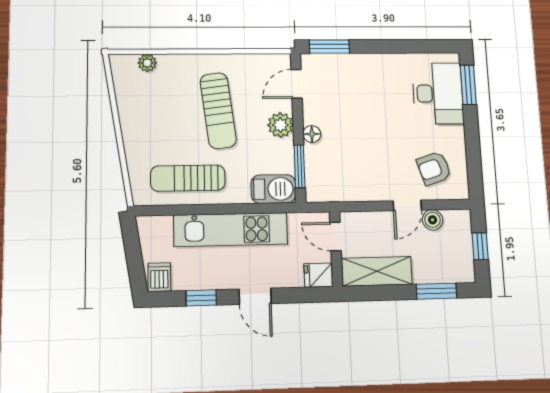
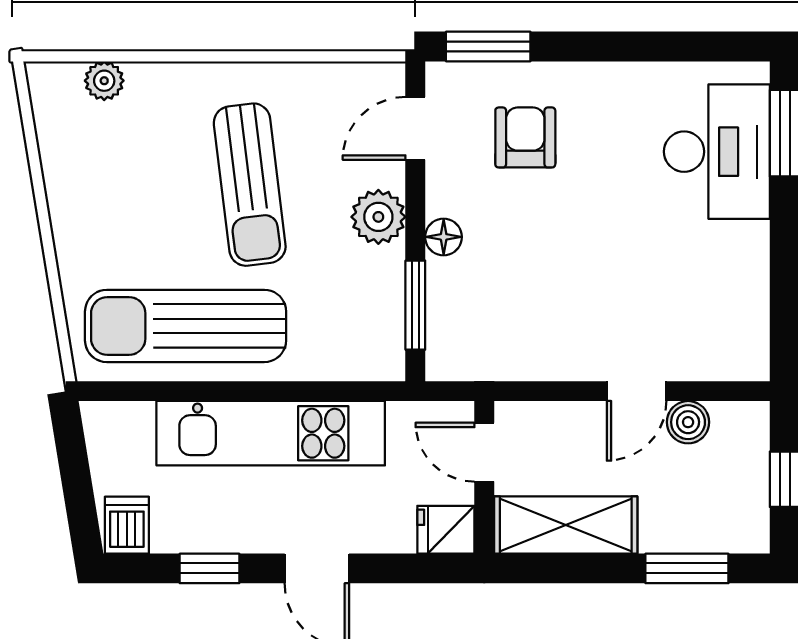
armchair: (434, 168) -> (525, 137), moved, turned 108
sun lounger: (188, 178) -> (186, 326), width x1.36, depth x1.34
barbecue: (273, 189) -> (360, 352), removed

